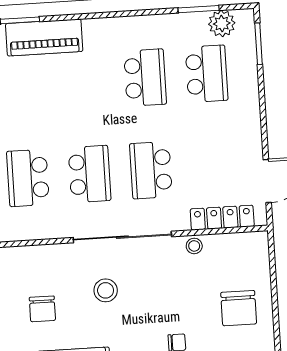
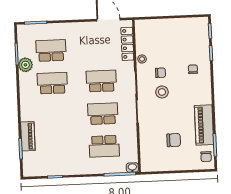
plant: (222, 24) -> (25, 65), moved
piano: (44, 38) -> (28, 136), width x0.73, depth x0.75
school desk: (151, 170) -> (101, 81), turned 180
stool: (106, 290) -> (162, 92), moved
chair: (239, 308) -> (160, 73), moved, width x0.54, depth x0.54

